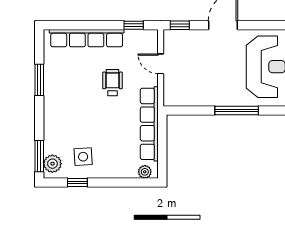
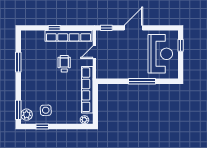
window: (134, 25) -> (54, 28), moved
row of seats: (87, 38) -> (68, 36), moved
door: (161, 64) -> (94, 52), hinge flipped

